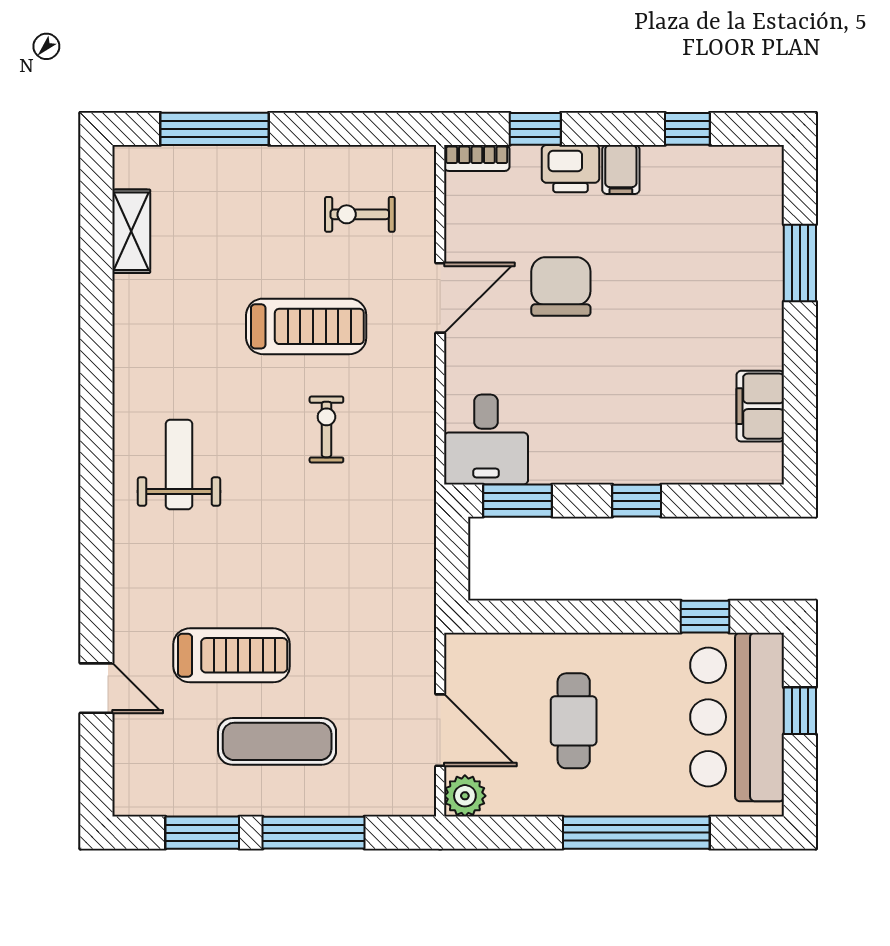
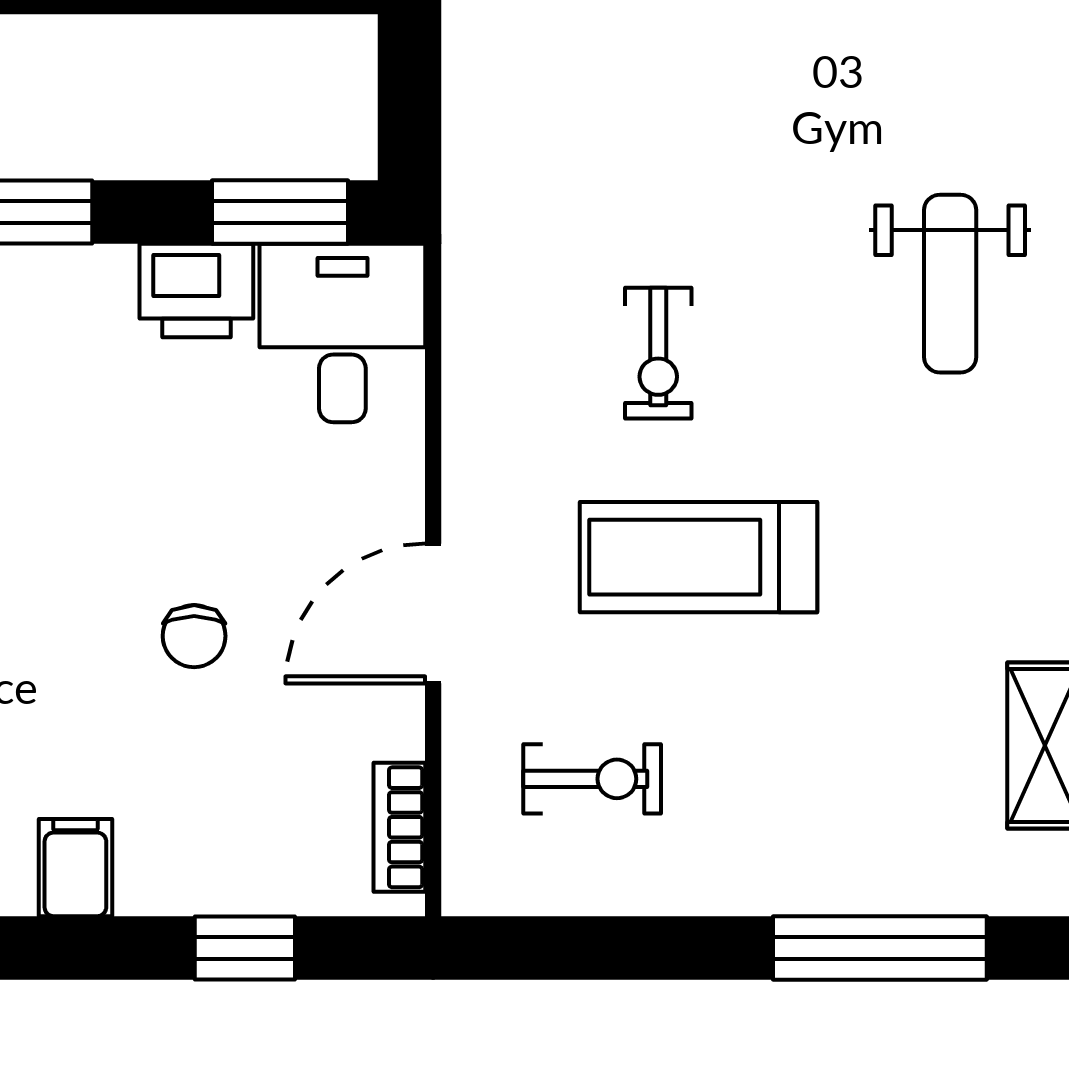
bookcase: (477, 158) -> (399, 827), moved, turned -90
printer: (571, 169) -> (196, 291), moved, turned 180
chair: (561, 286) -> (194, 636), width x0.54, depth x0.54

